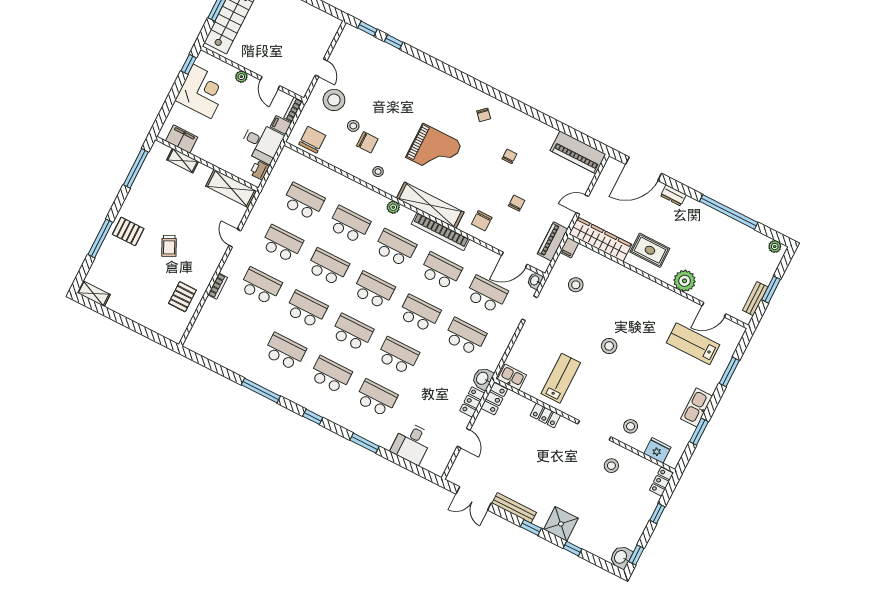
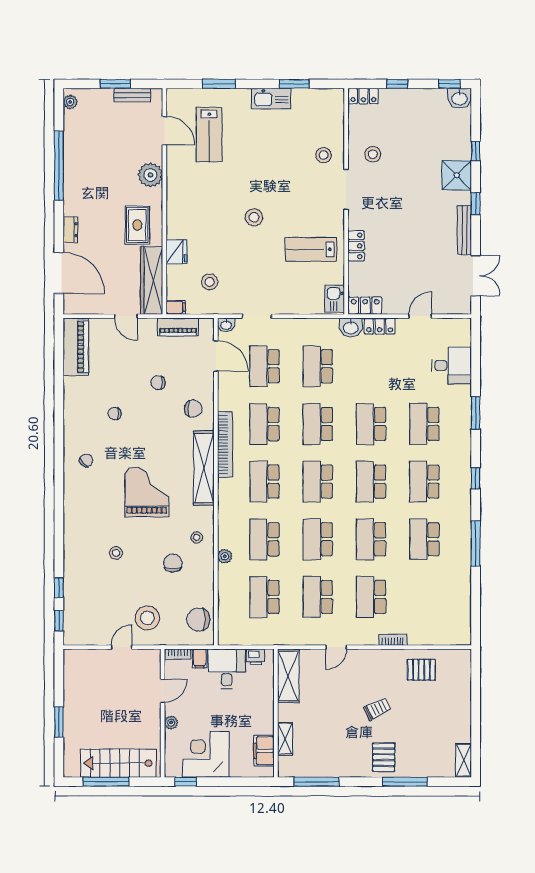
stool: (353, 126) -> (116, 553), moved
plant: (393, 207) -> (225, 556), moved
fridge: (657, 450) -> (176, 252), moved, turned 180

